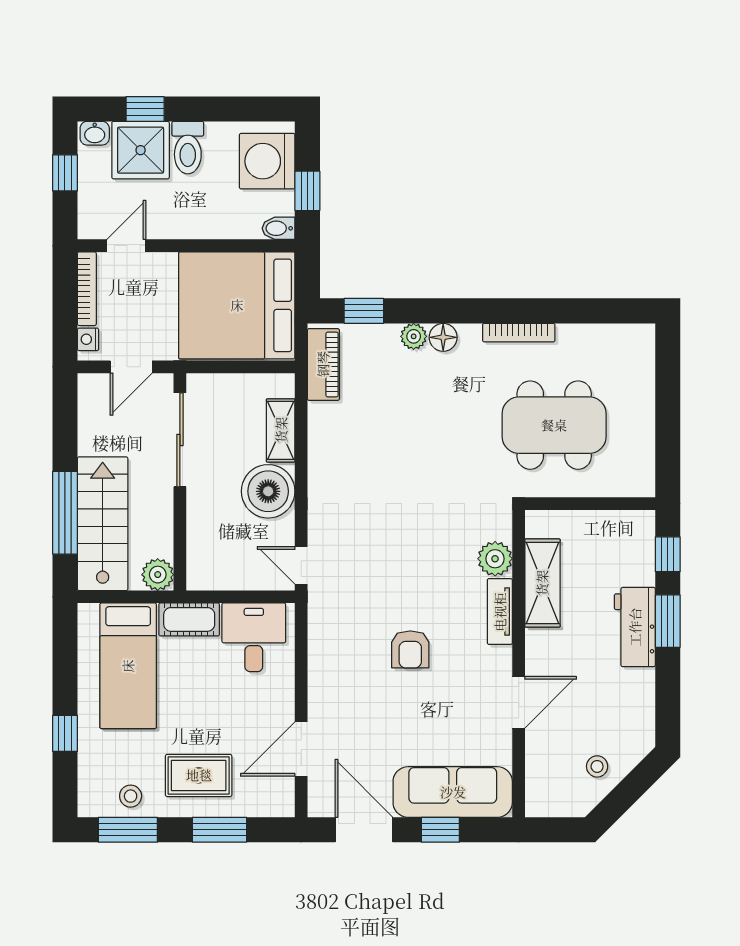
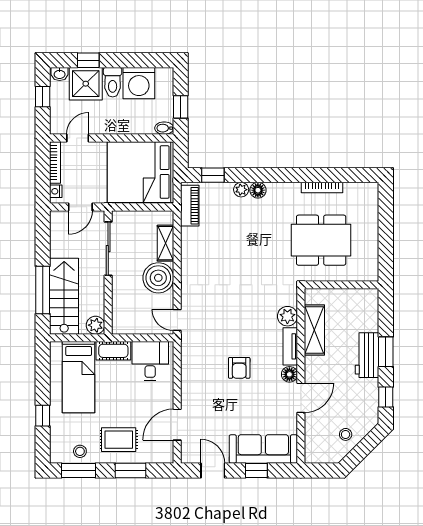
washing machine: (267, 161) -> (139, 83), moved, turned -90
bookcase: (519, 333) -> (322, 188), moved
window: (668, 554) -> (386, 397), moved
floor lamp: (498, 661) -> (289, 374), added
door: (364, 830) -> (213, 471), width x0.73

